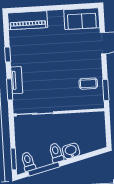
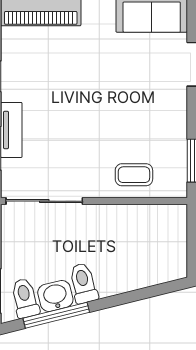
coffee table: (88, 84) -> (134, 175), moved
washbasin: (71, 151) -> (55, 296), moved

